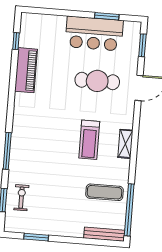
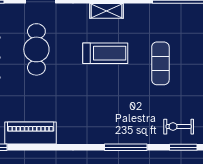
exercise mat: (105, 192) -> (160, 63), moved

